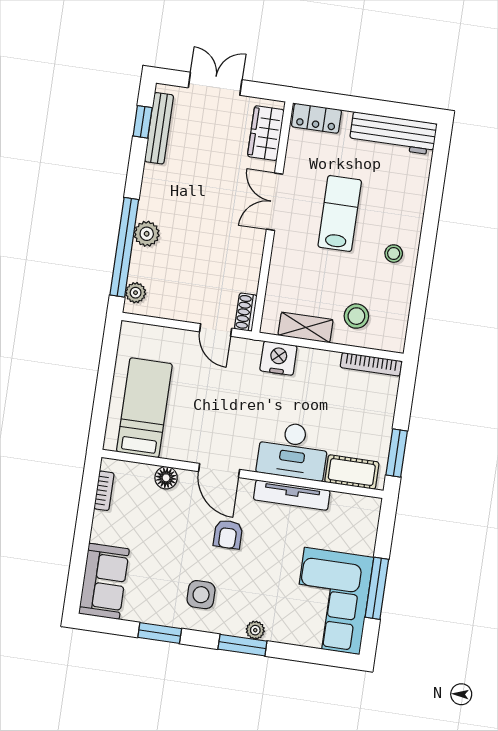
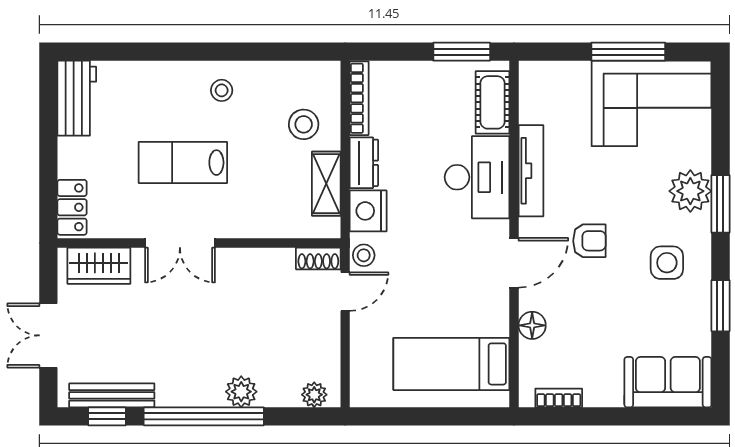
workbench: (393, 133) -> (77, 98), width x0.73
window: (124, 247) -> (204, 416), moved
stool: (243, 349) -> (364, 255), added
dresser: (318, 361) -> (364, 163), added
plant: (255, 630) -> (690, 191), width x1.87, depth x1.87

